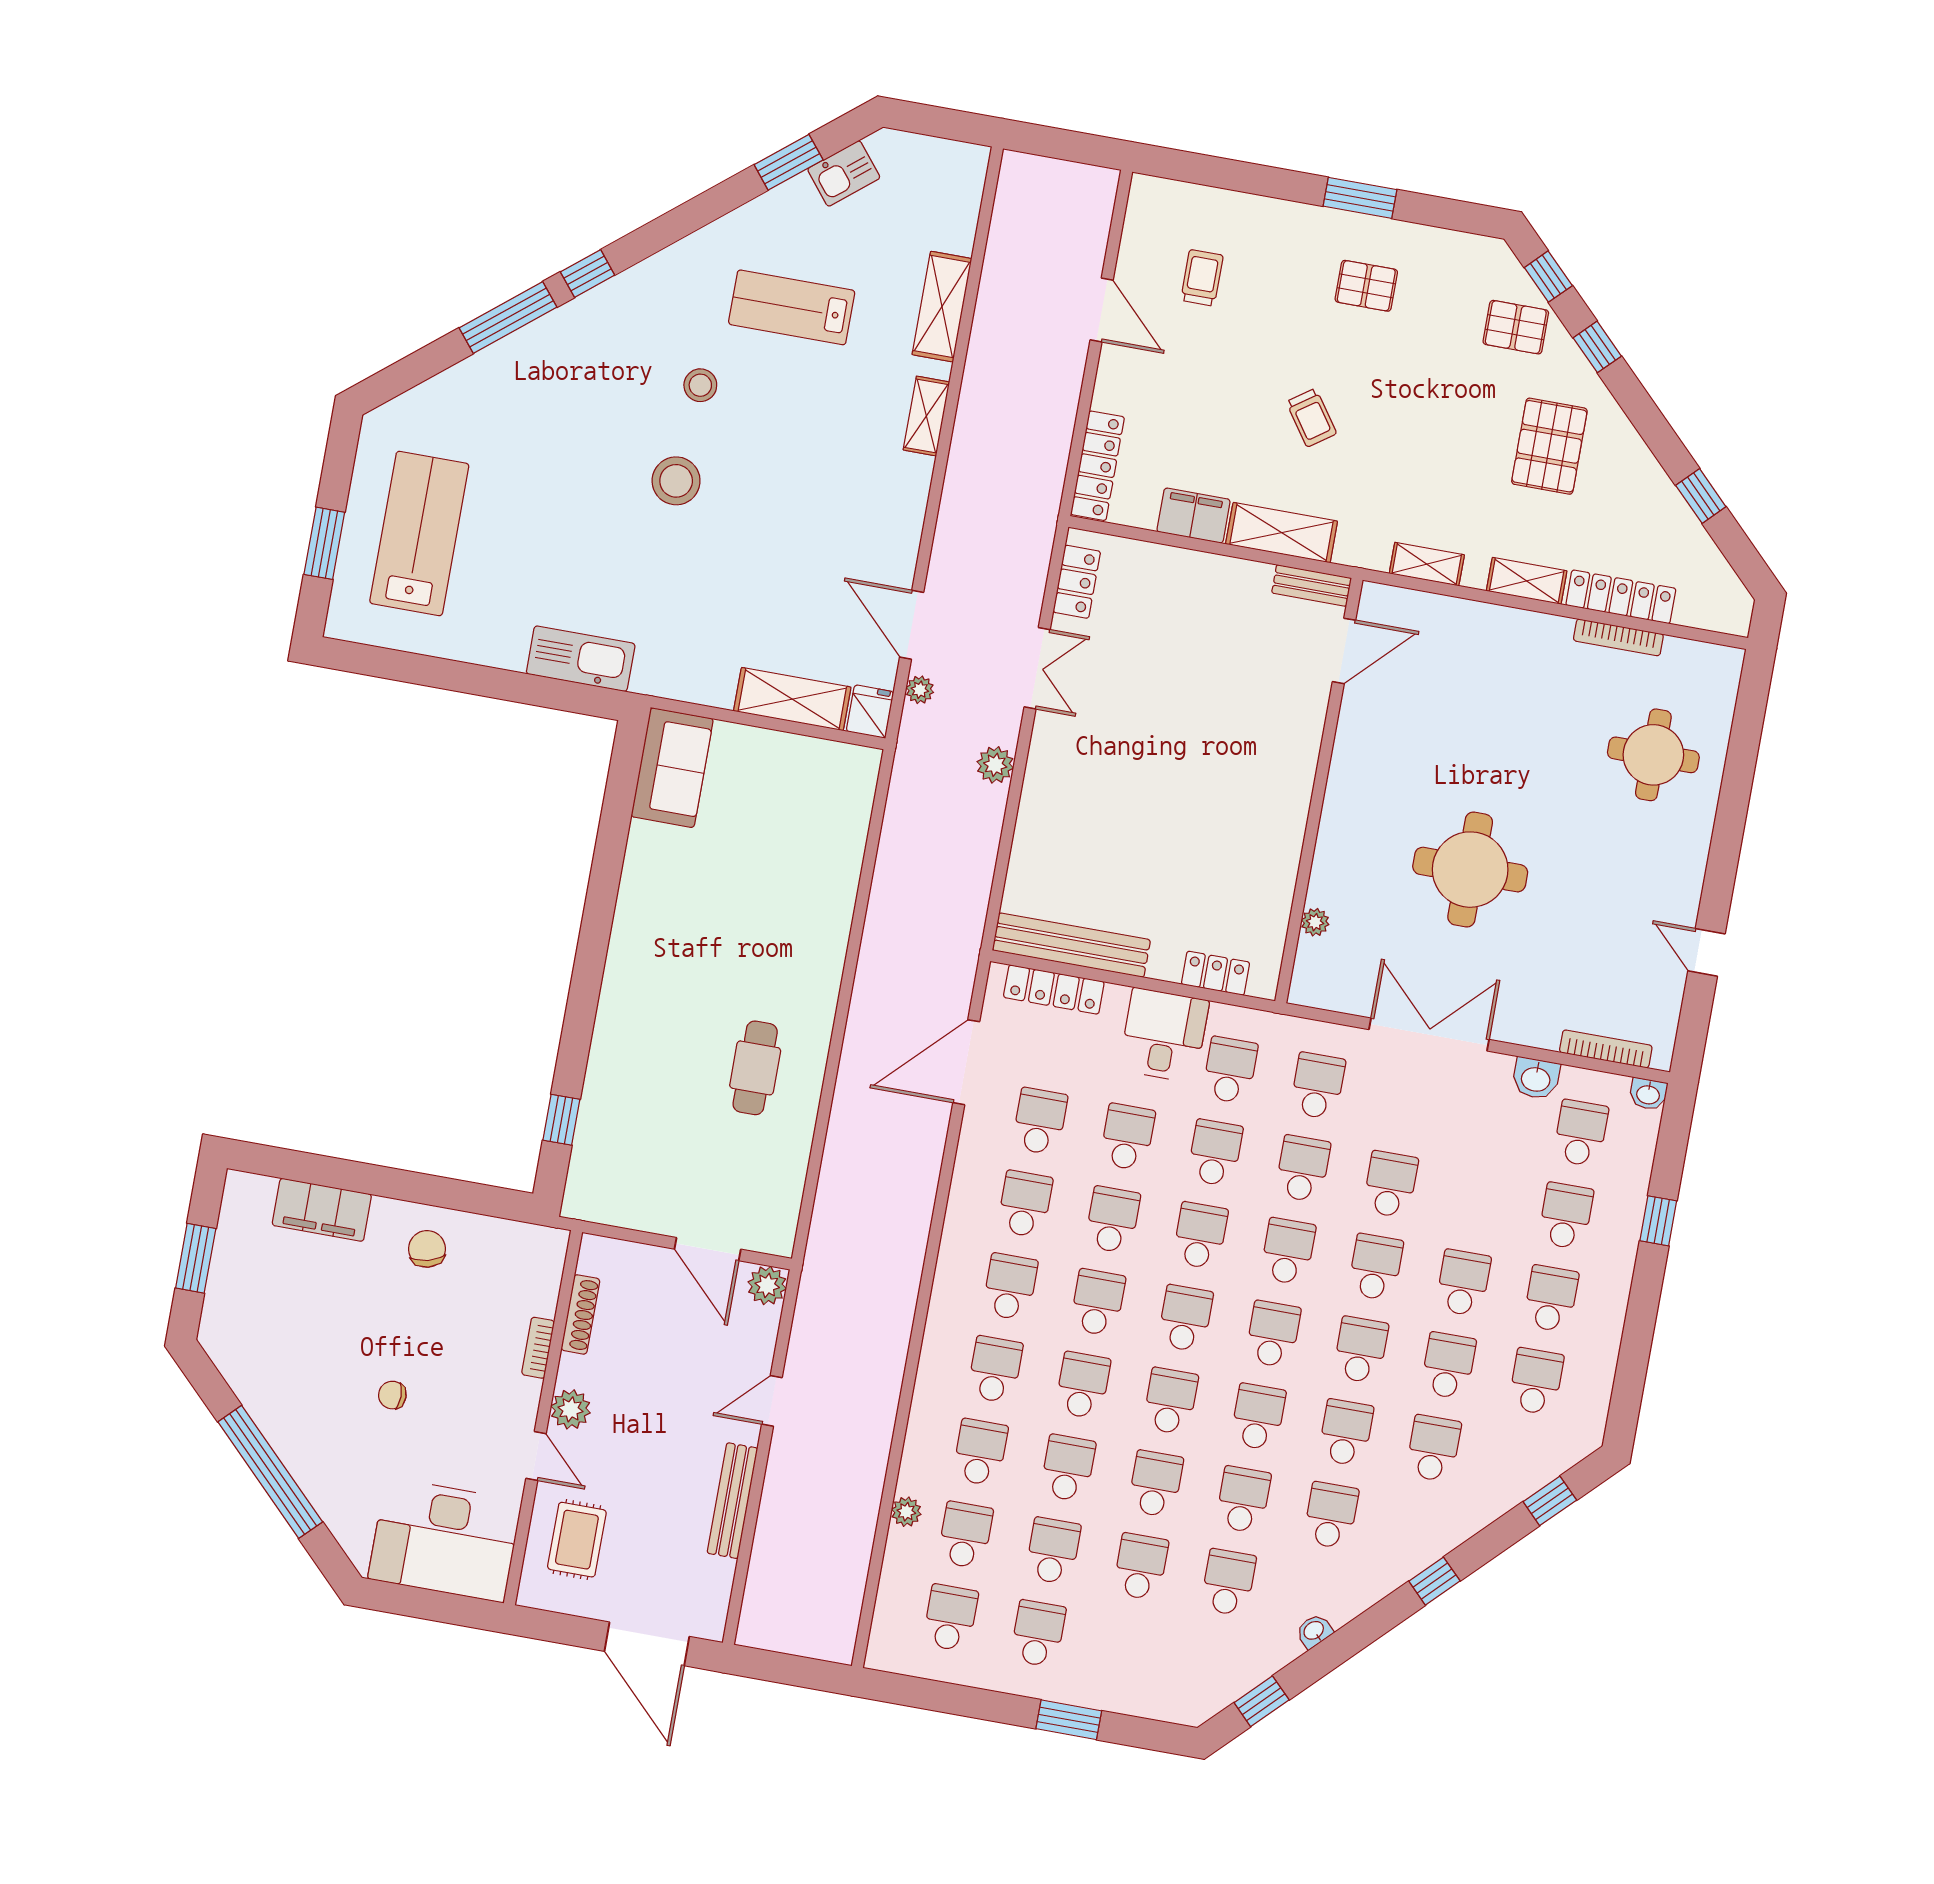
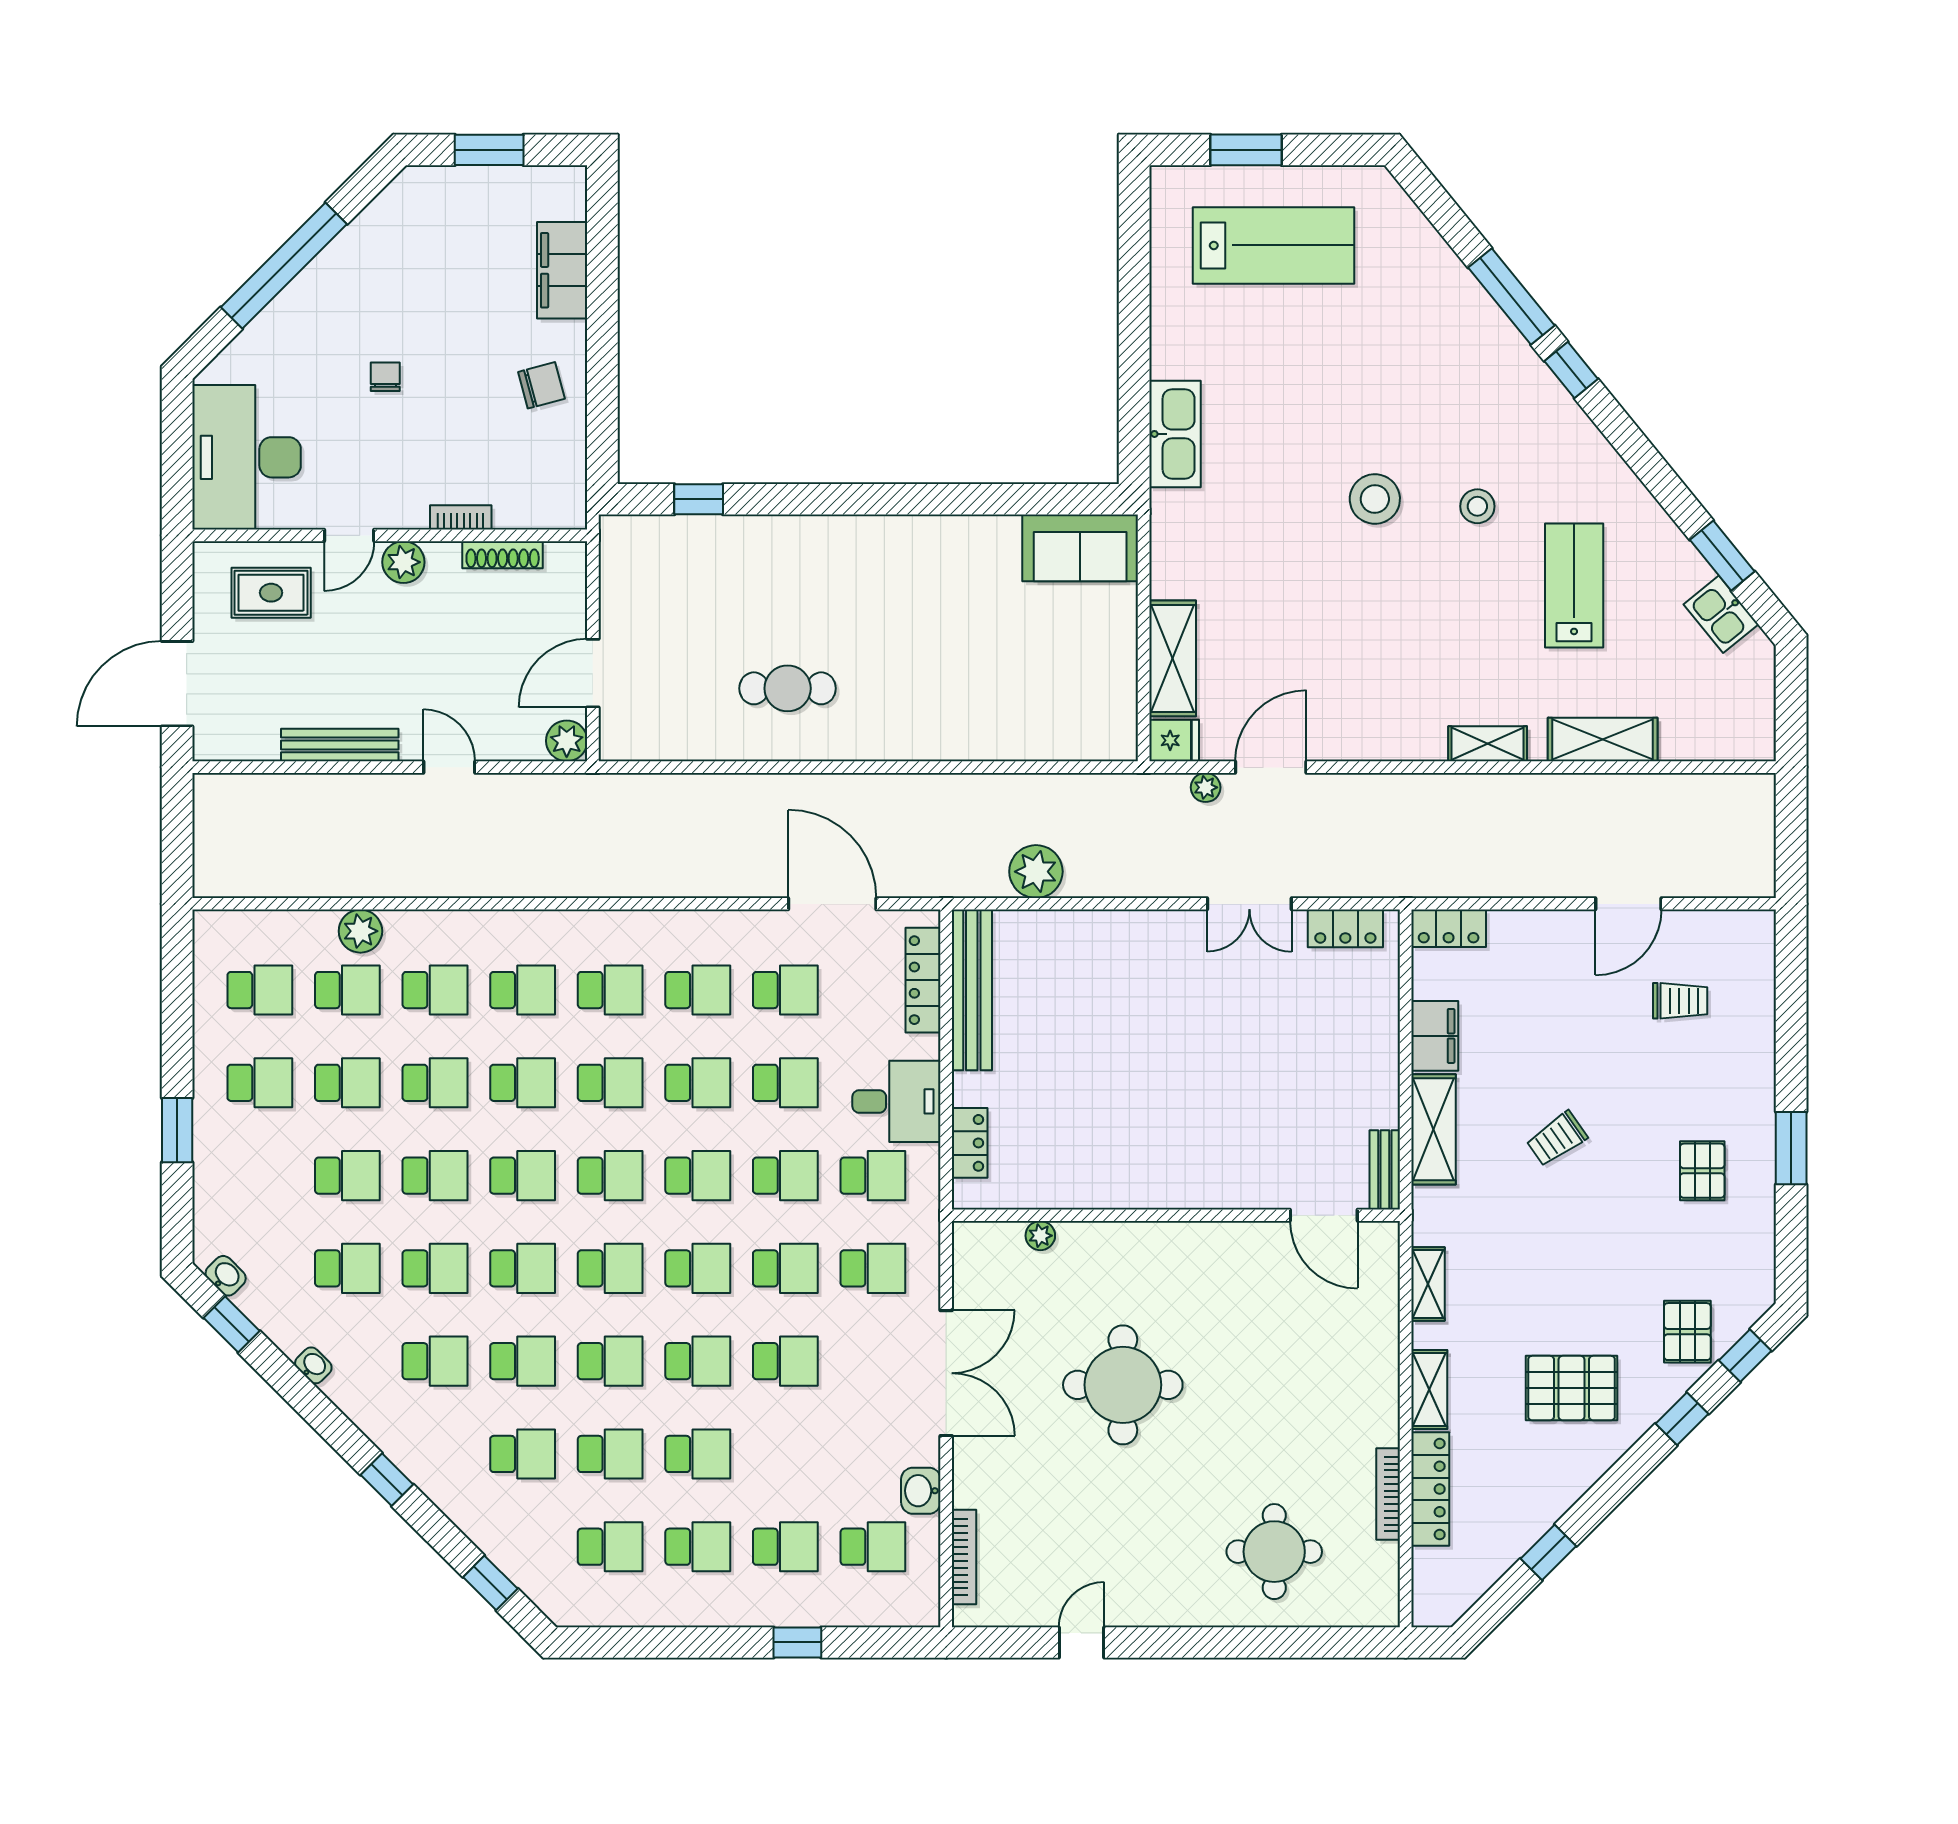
locker: (1097, 466) -> (1449, 928), width x0.66
plant: (995, 765) -> (1036, 872), moved, width x1.36, depth x1.36
washbasin: (1648, 1094) -> (226, 1276), moved, turned 135
plant: (906, 1512) -> (360, 931), width x1.38, depth x1.38

